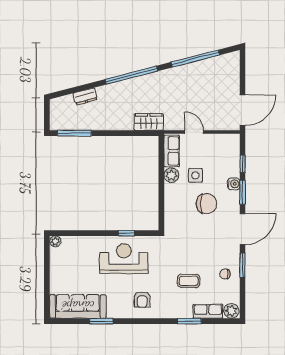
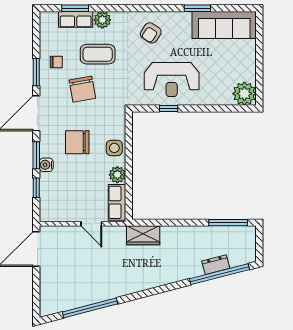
window: (131, 75) -> (220, 274), moved
side table: (195, 175) -> (114, 148), moved
plant: (55, 241) -> (244, 94), width x1.88, depth x1.88
chair: (202, 250) -> (82, 89), added
coffee table: (189, 281) -> (98, 54), width x1.36, depth x1.30
armchair: (142, 299) -> (151, 33), turned -147
plant: (231, 311) -> (102, 20), moved
window: (189, 321) -> (75, 8), moved

